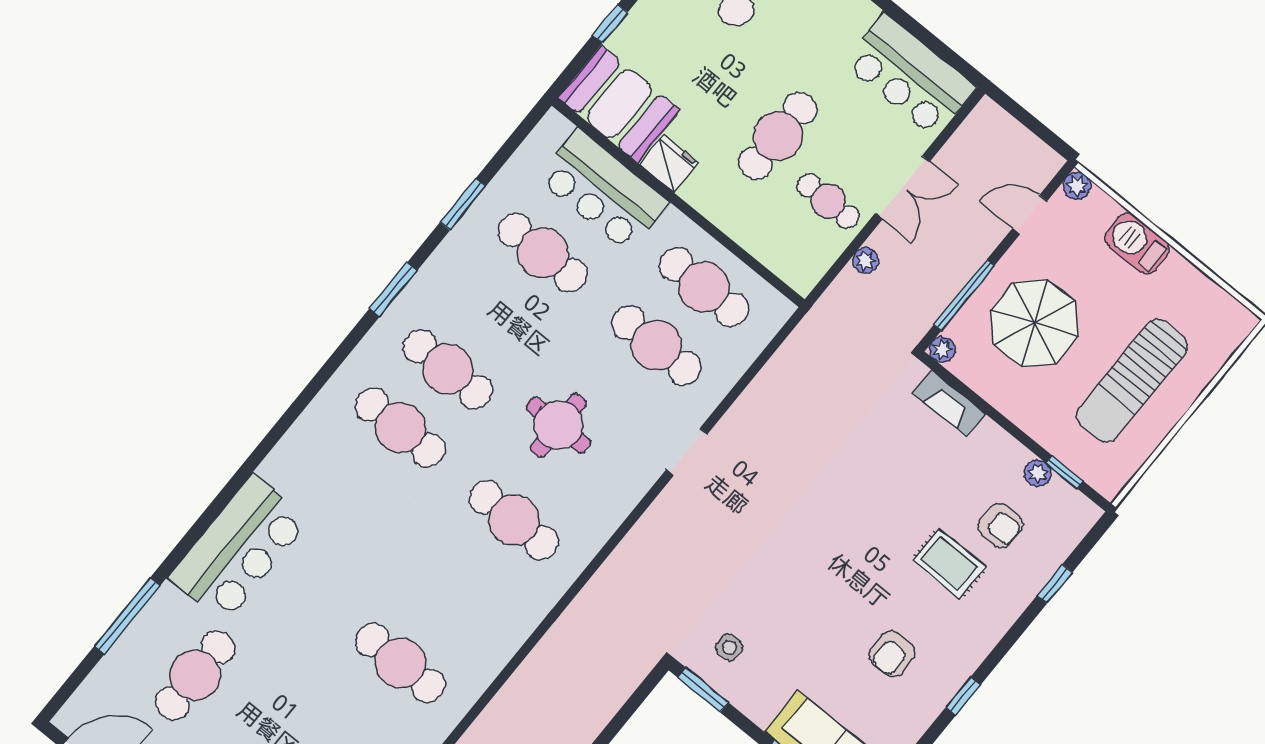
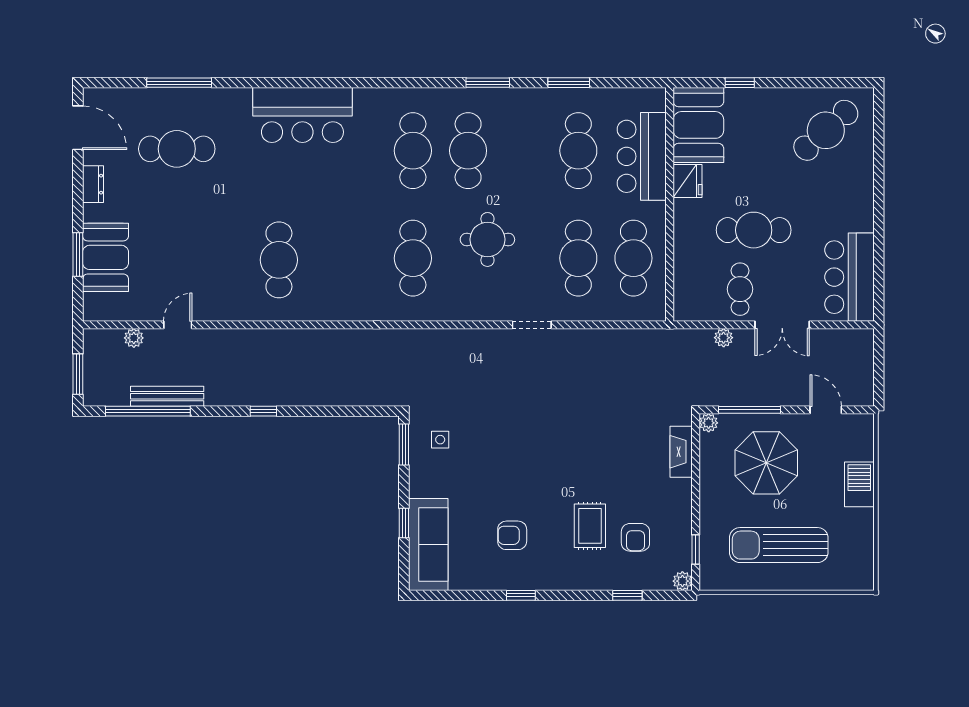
plant: (1077, 186) -> (864, 423), removed
plant: (1038, 473) -> (682, 581), moved
bar counter: (239, 549) -> (302, 115), moved

